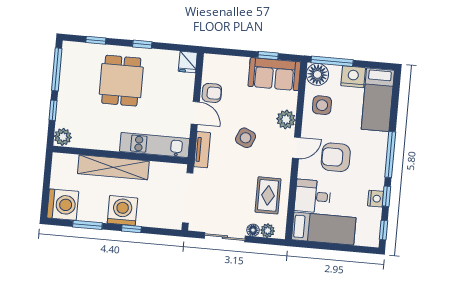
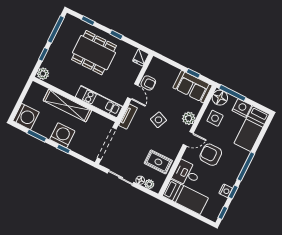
dining table: (121, 81) -> (94, 53), width x1.38
rug: (268, 195) -> (158, 162), turned 90

